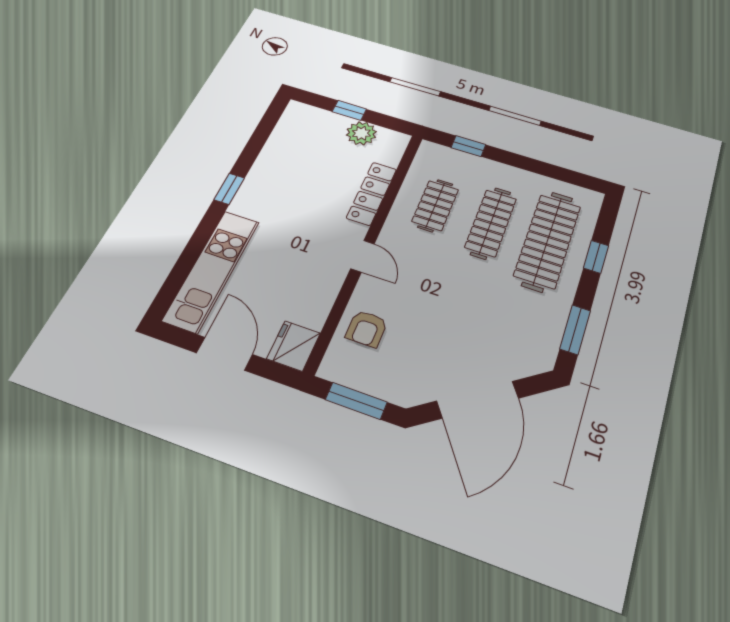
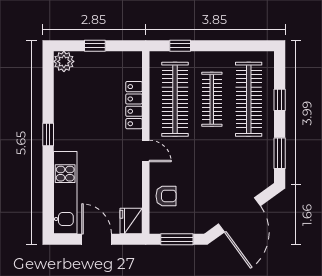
plant: (361, 133) -> (64, 61), moved
clothes rail: (435, 205) -> (175, 99), width x1.86, depth x1.31
armchair: (367, 329) -> (166, 196), turned -90

